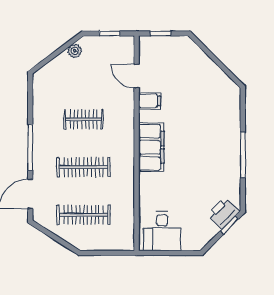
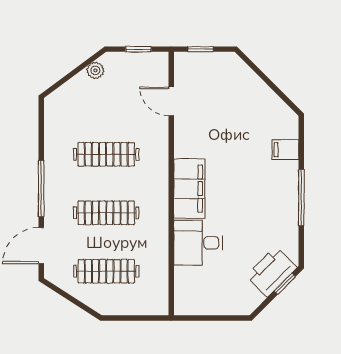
filing cabinet: (150, 101) -> (285, 150), moved, turned 180
clothes rail: (83, 119) -> (106, 154), width x1.36
printer: (223, 213) -> (272, 272), width x1.37, depth x1.19
desk: (162, 231) -> (198, 243), moved, turned 90

